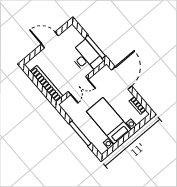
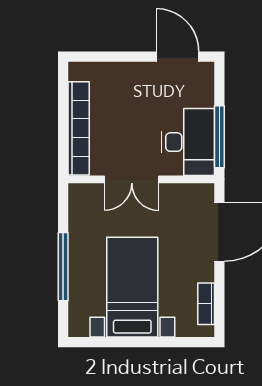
door: (50, 40) -> (178, 57), moved

